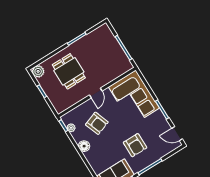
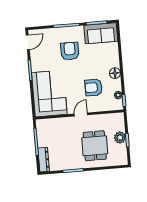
dresser: (108, 35) -> (44, 160), added
plant: (38, 71) -> (120, 138), moved
armchair: (97, 123) -> (94, 87), turned -70
door: (177, 134) -> (28, 42), hinge flipped

